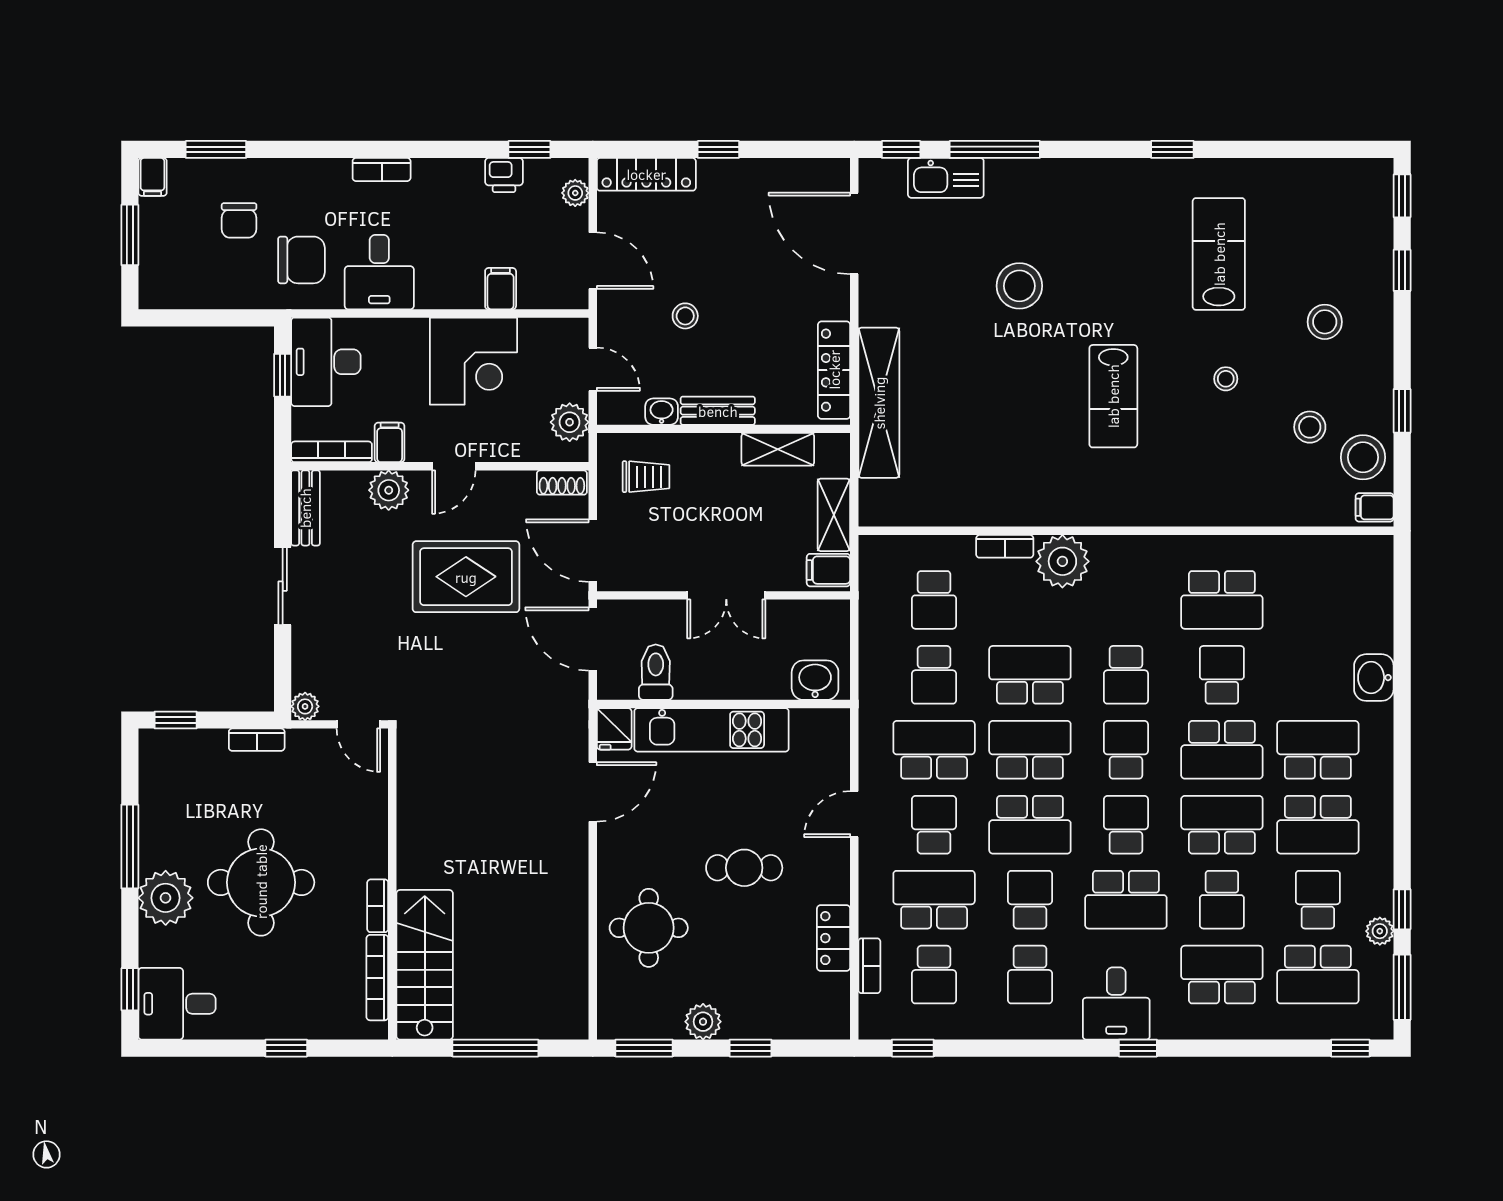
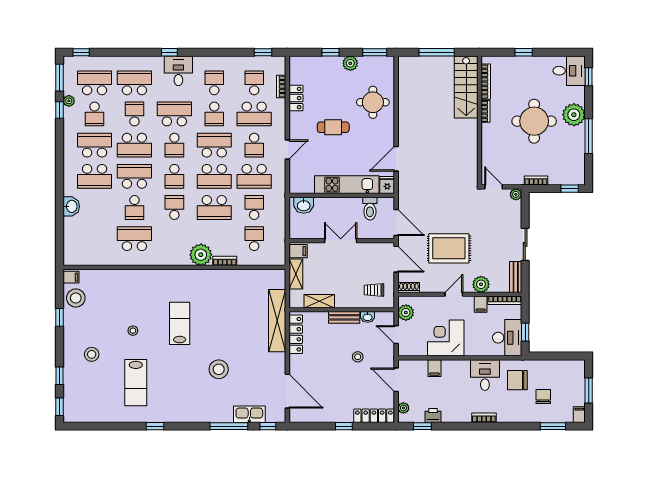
stool: (1310, 427) -> (98, 311), removed
school desk: (1222, 975) -> (134, 83), turned 180

